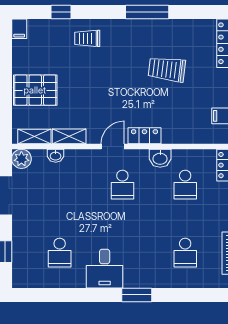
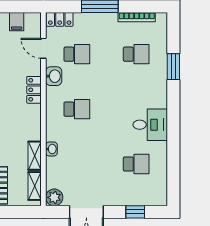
door: (113, 147) -> (43, 48), moved
washbasin: (56, 156) -> (51, 149), moved
window: (137, 295) -> (173, 67), moved

